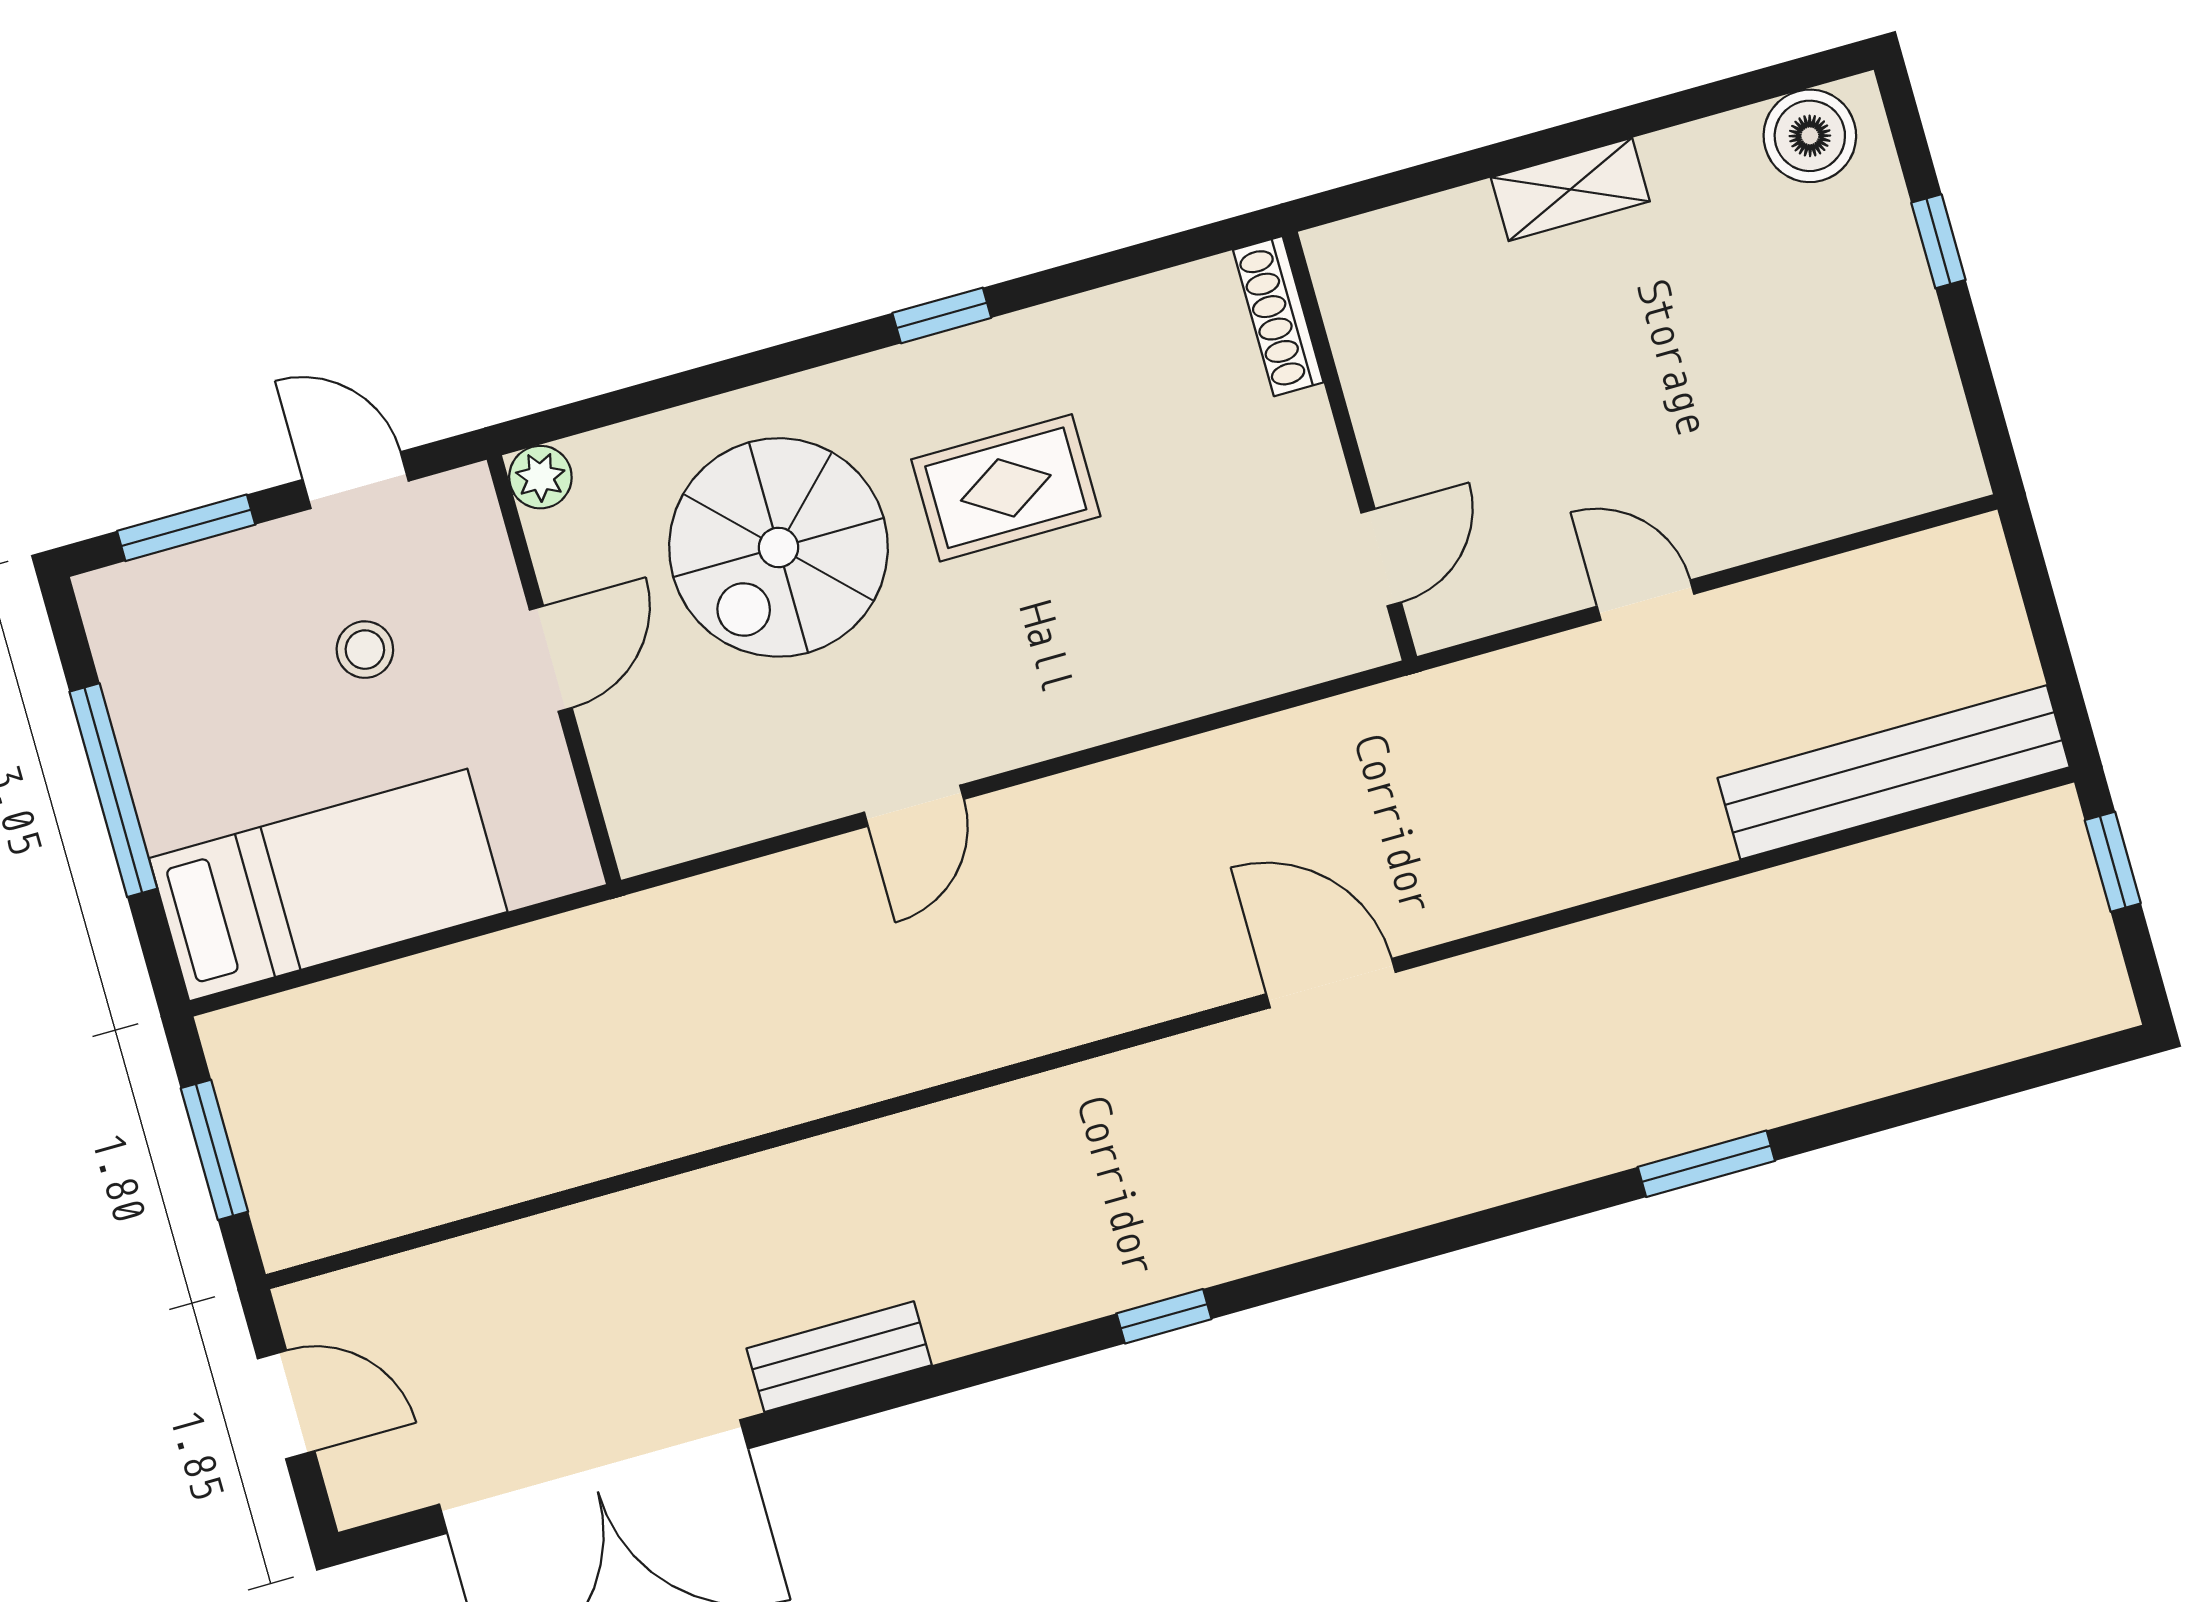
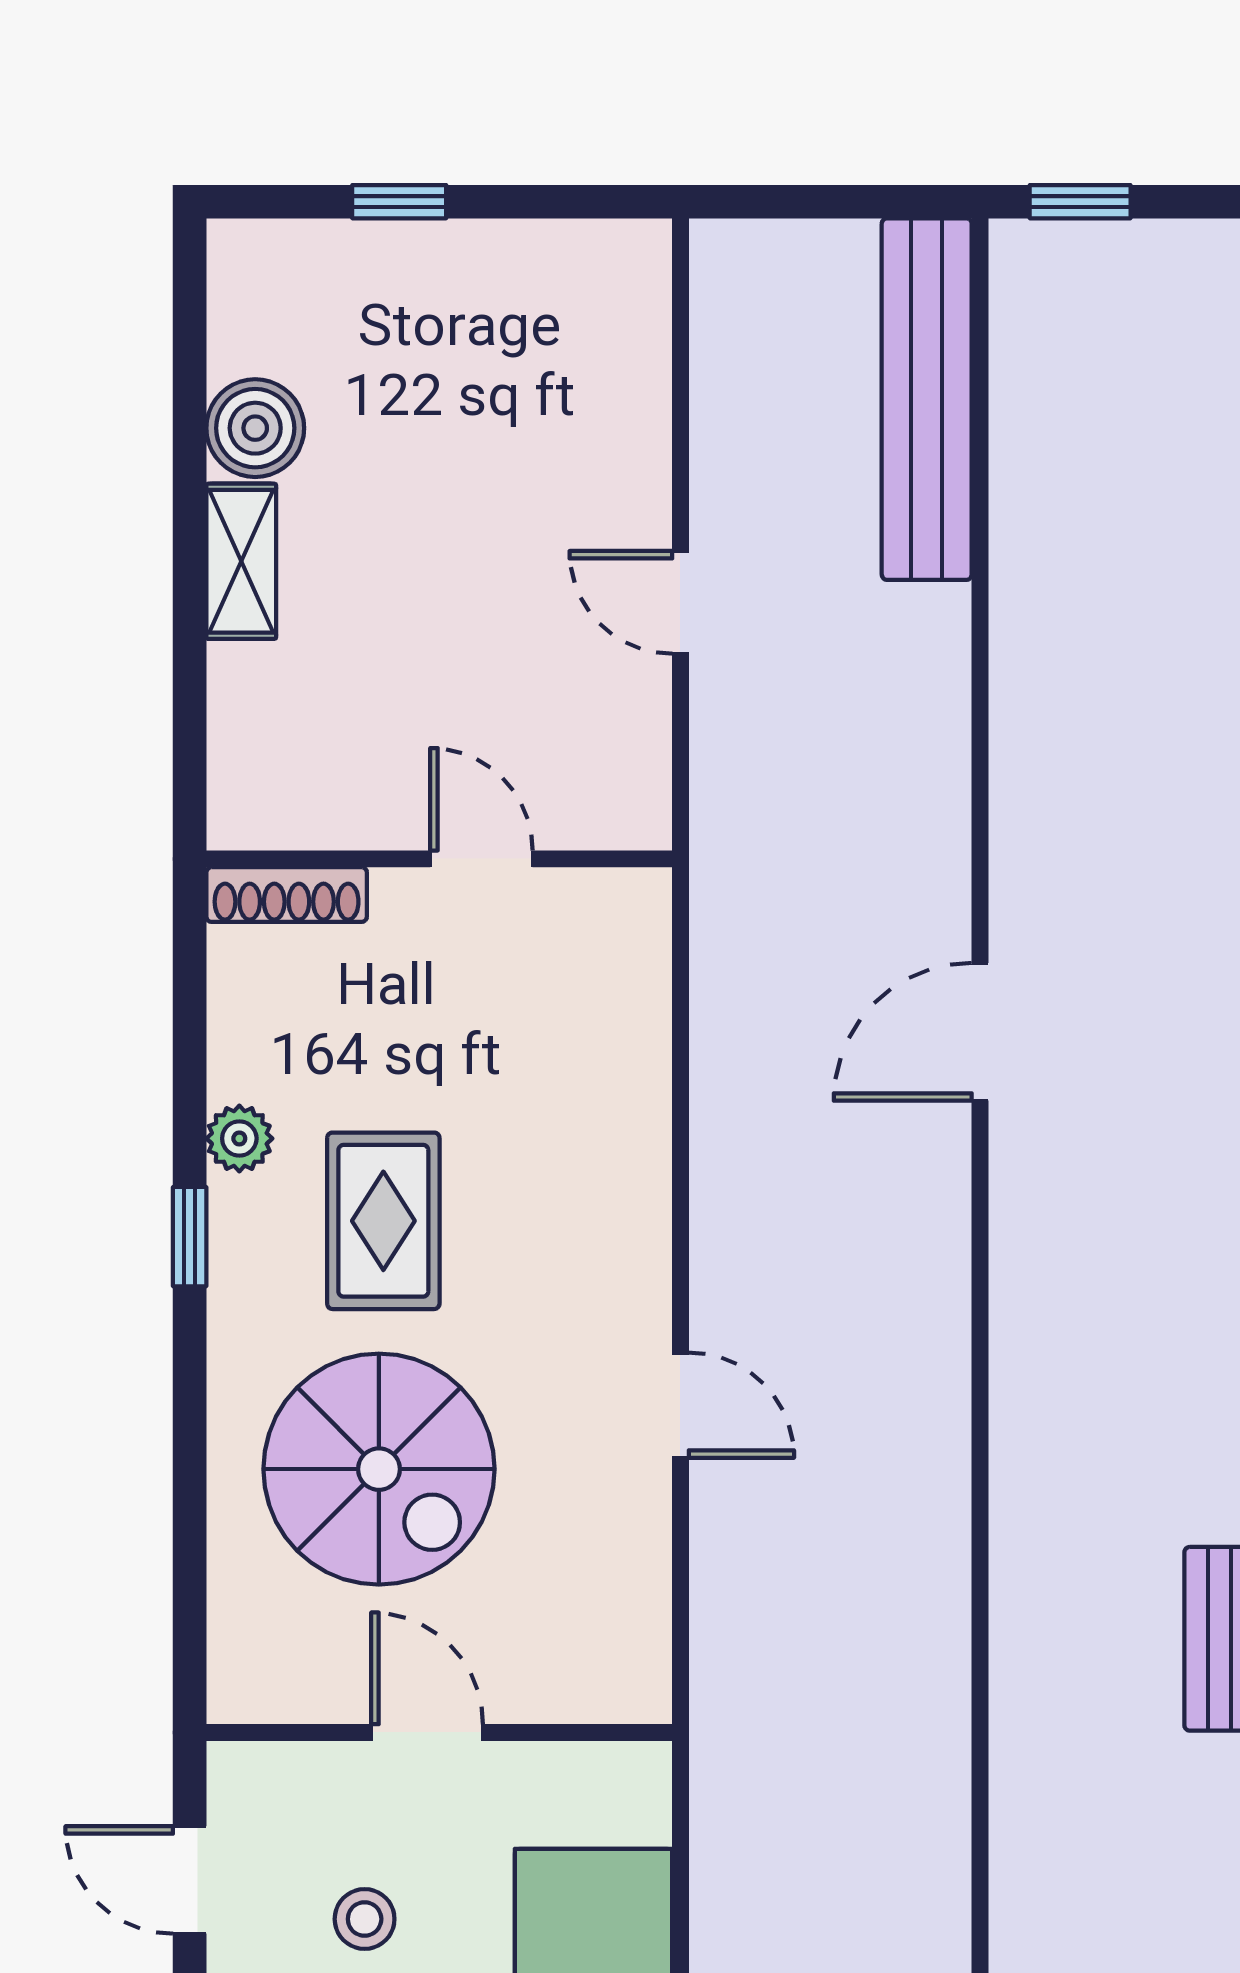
boiler: (1810, 136) -> (255, 428), moved
plant: (540, 477) -> (239, 1138), moved
door: (356, 480) -> (190, 1880), hinge flipped
door: (1381, 558) -> (481, 859), moved
door: (1645, 600) -> (680, 602), hinge flipped

